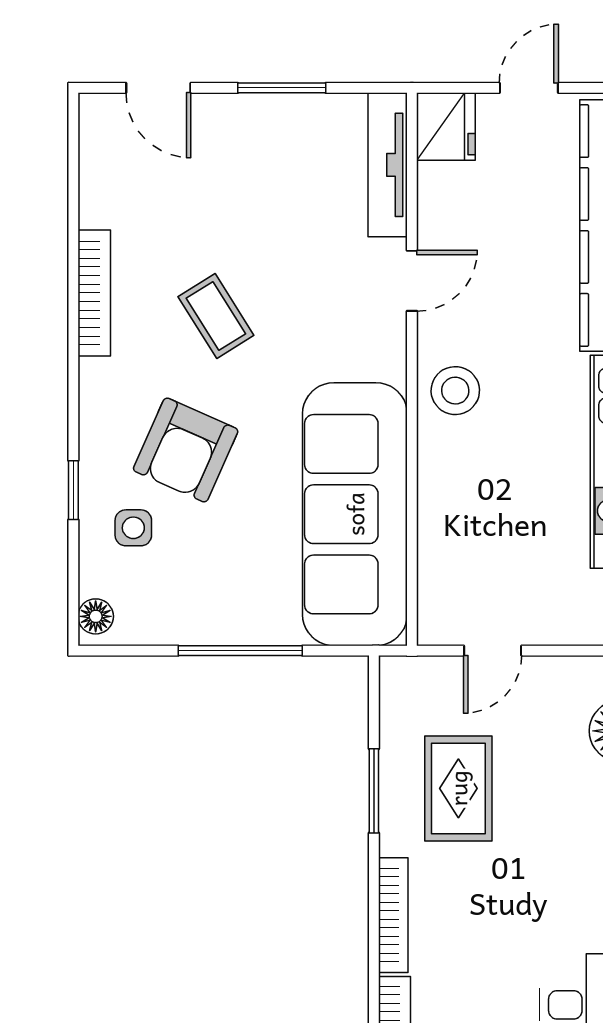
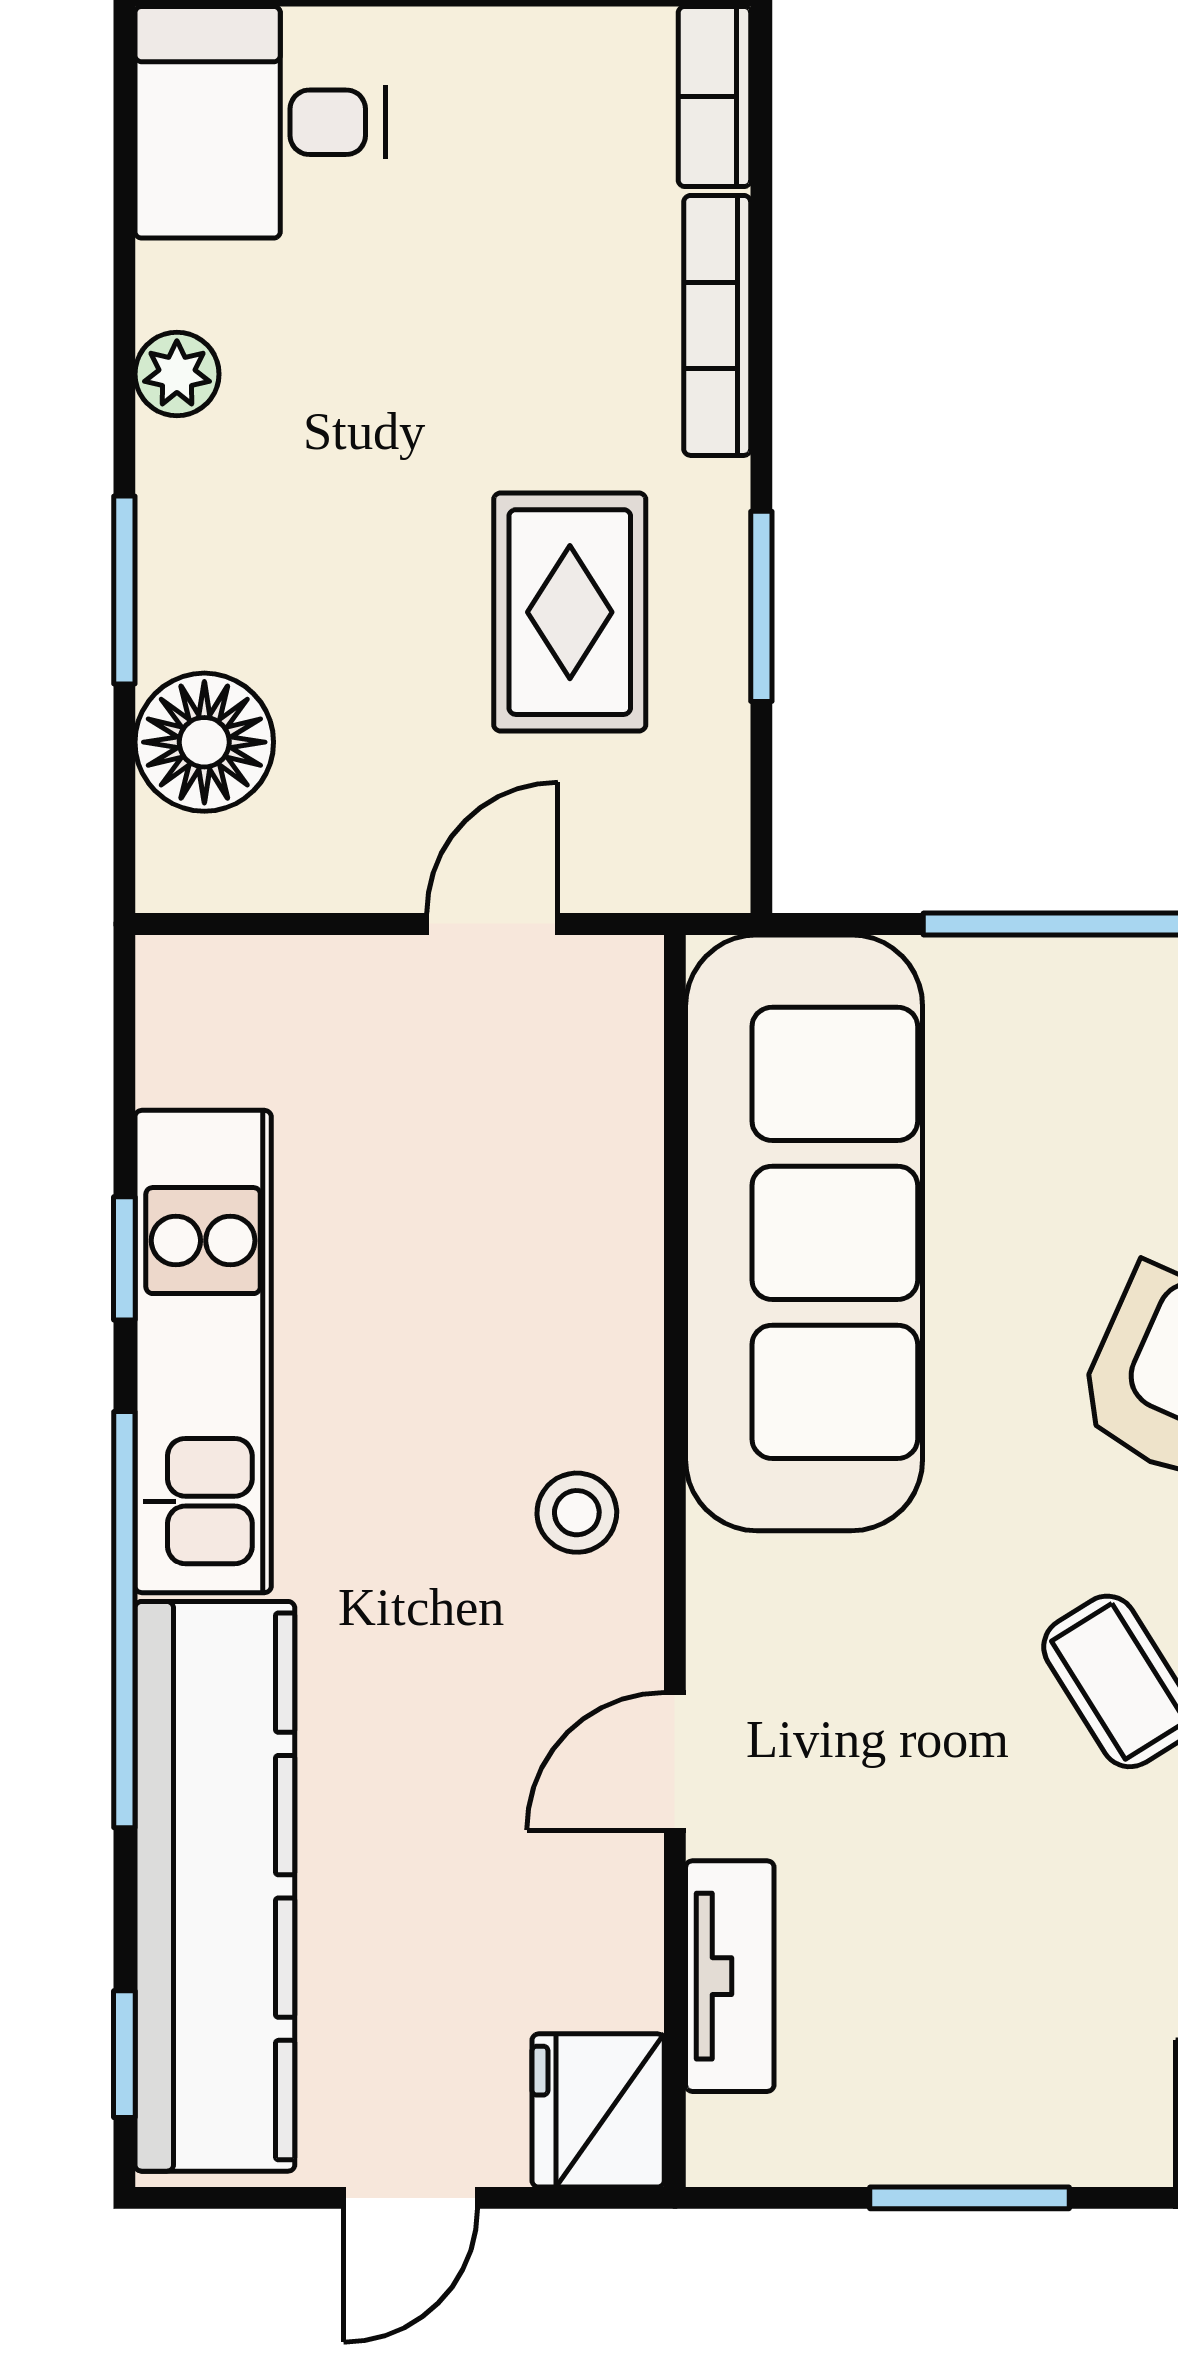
tv unit: (388, 165) -> (730, 1976), width x0.71
stool: (455, 391) -> (577, 1513), width x0.73, depth x0.73

